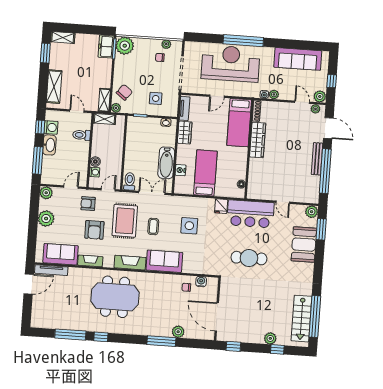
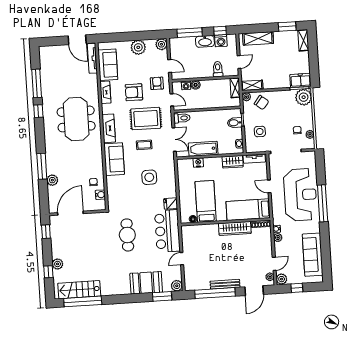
bidet: (142, 125) -> (235, 123), added
bed: (205, 173) -> (206, 201), moved, turned -90

